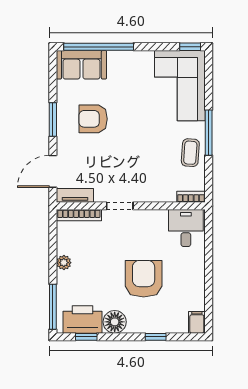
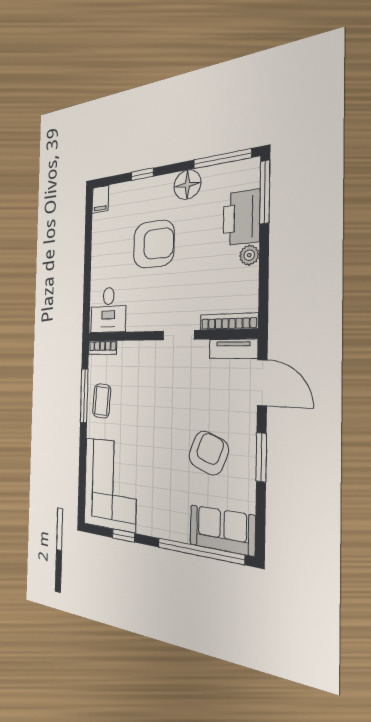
window: (190, 47) -> (124, 536), moved
armchair: (93, 119) -> (209, 453), turned -69
window: (209, 133) -> (84, 396), moved
door: (53, 171) -> (262, 383), hinge flipped
armchair: (144, 279) -> (154, 244), turned -90
printer: (83, 319) -> (241, 218), moved, turned 90
window: (86, 337) -> (222, 159), width x2.17

